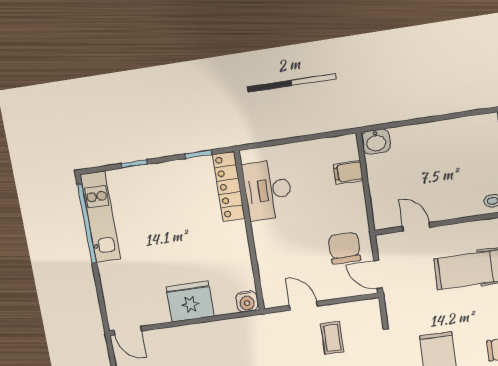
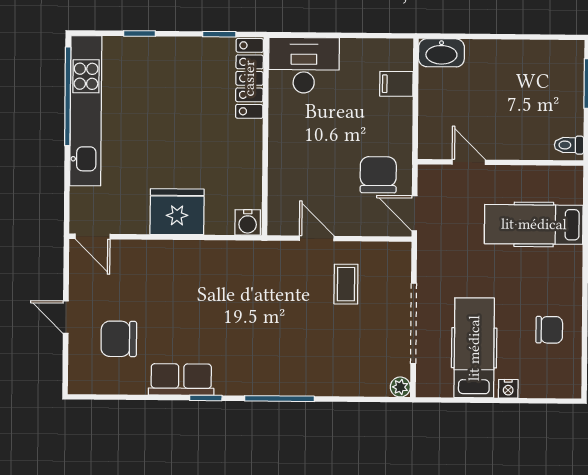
washbasin: (376, 142) -> (441, 53), width x1.38
desk: (268, 190) -> (304, 65), moved, turned 90
kitchen unit: (100, 217) -> (86, 111), width x1.36

